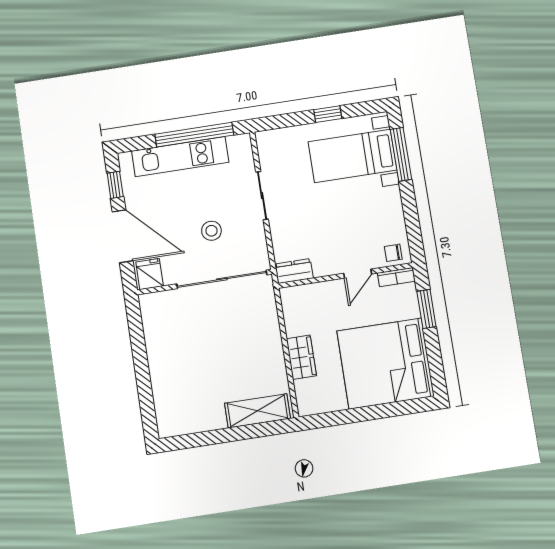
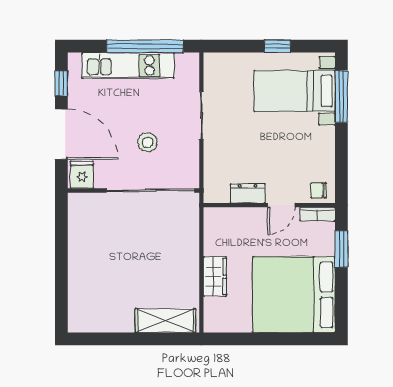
dresser: (294, 271) -> (248, 193), moved

